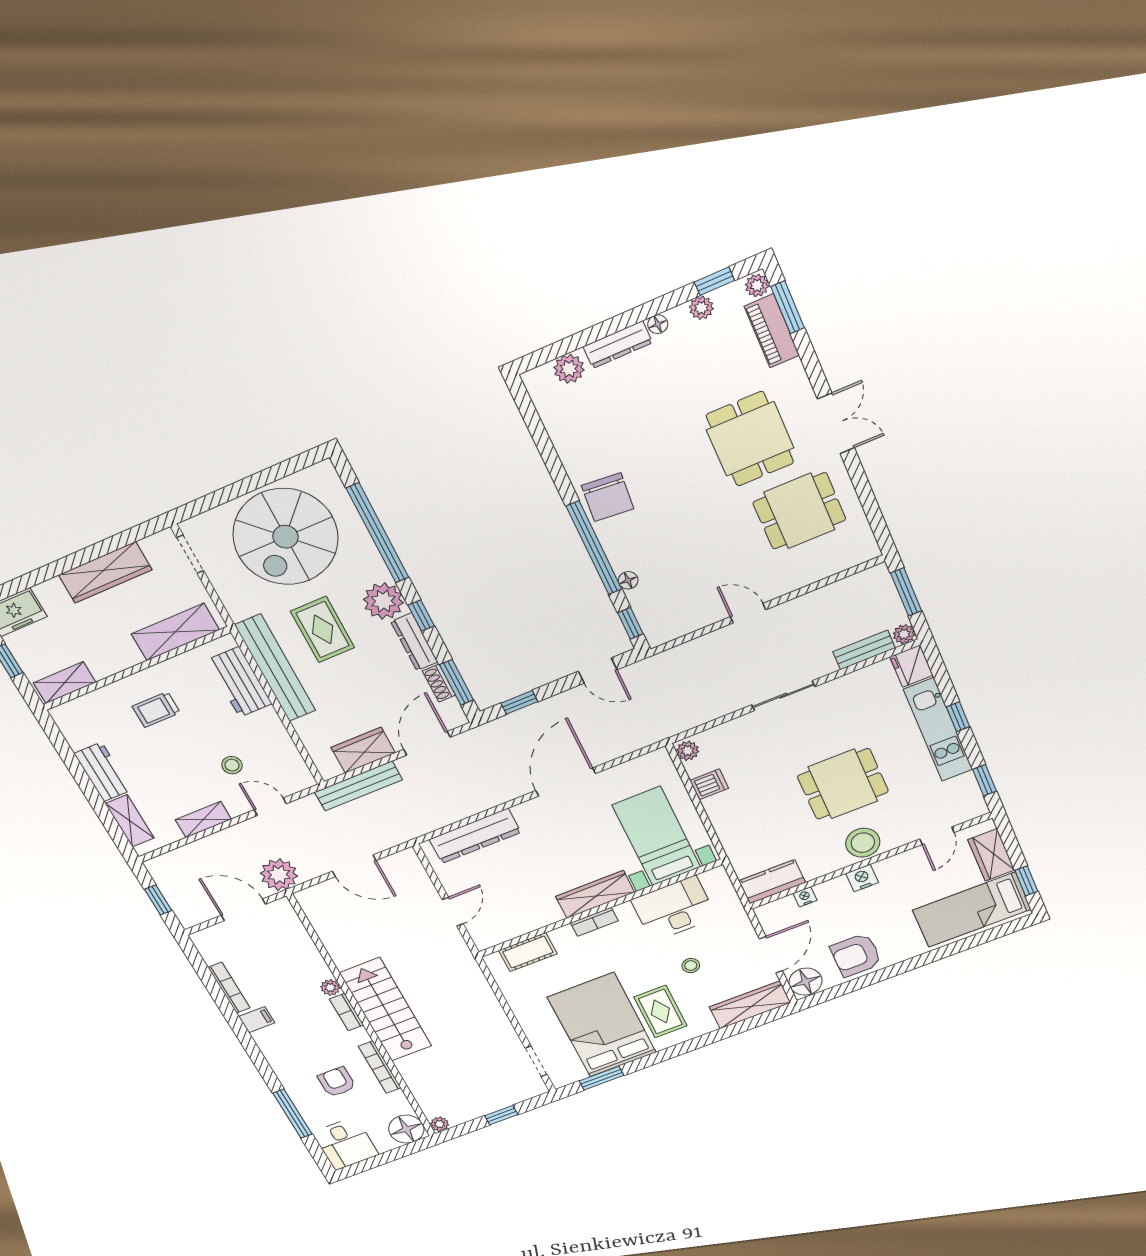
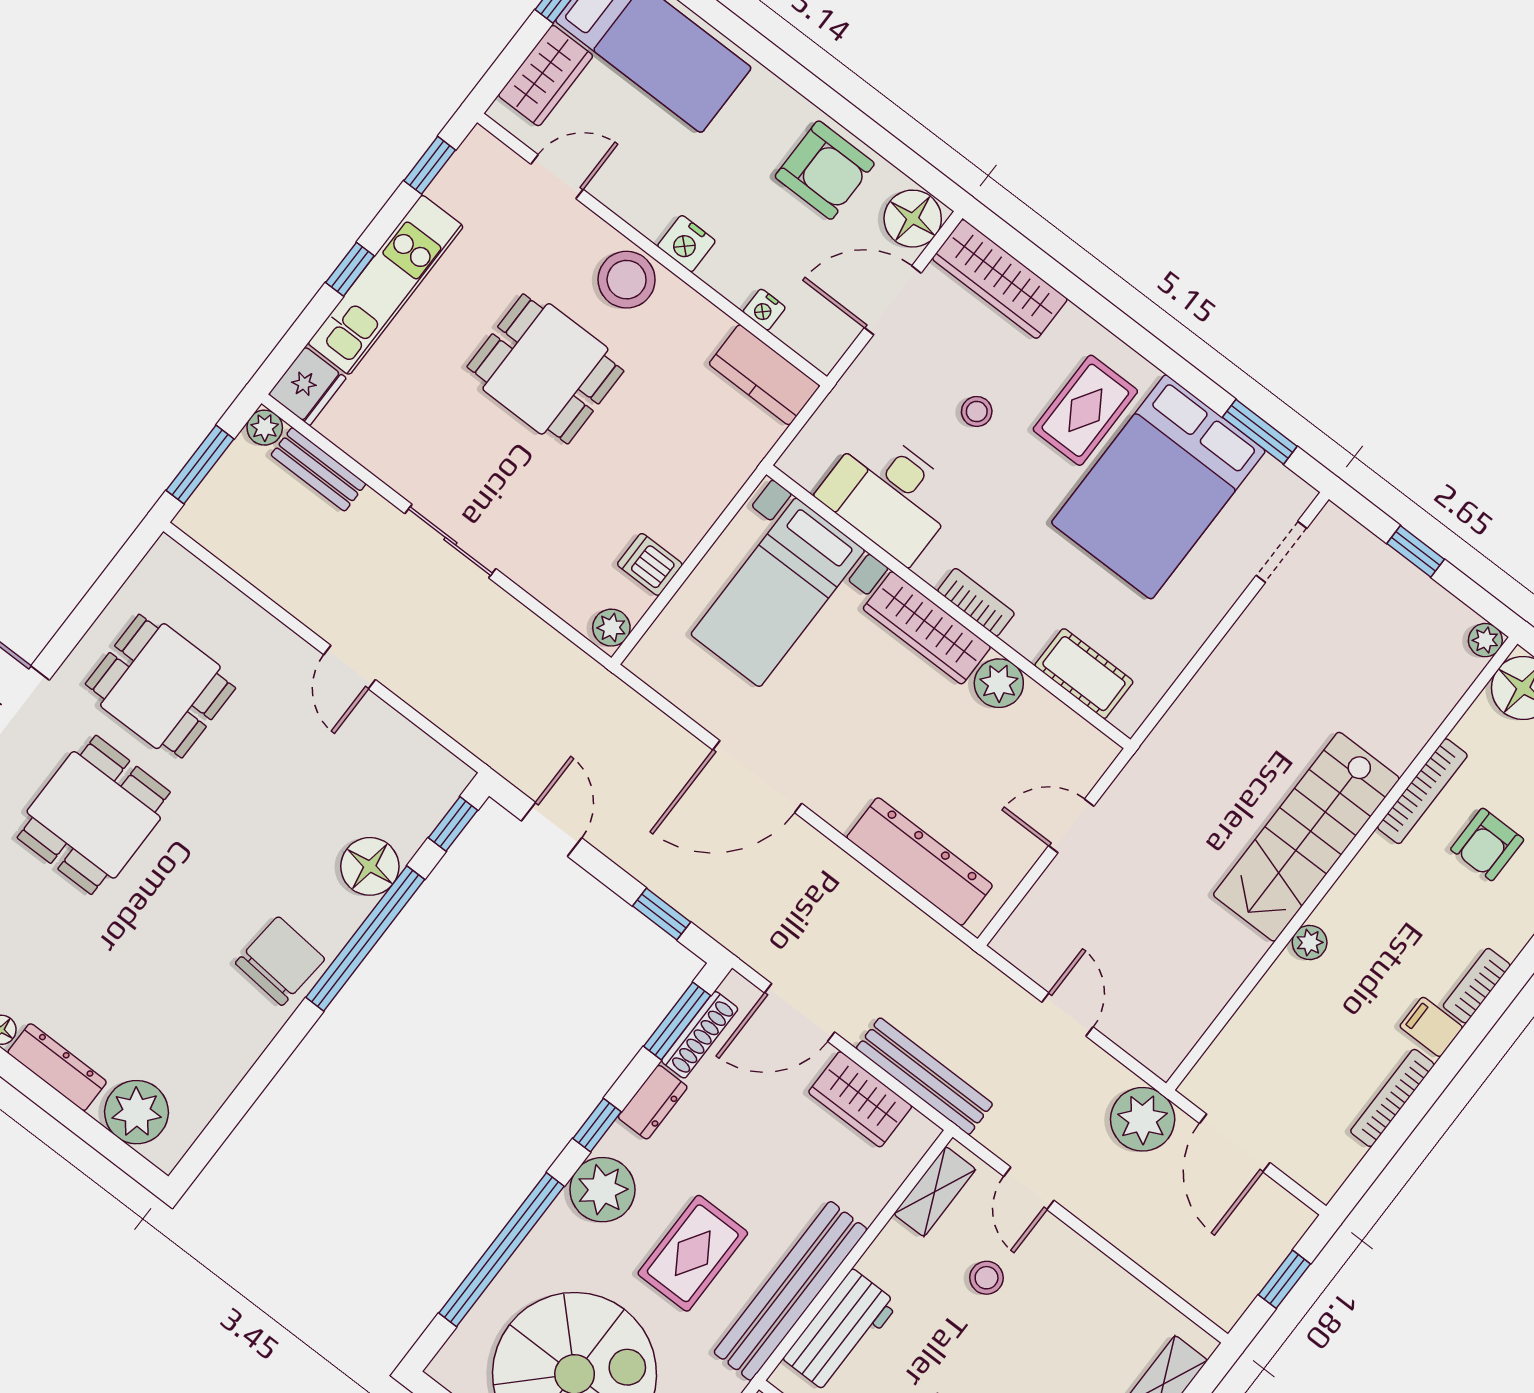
plant: (569, 369) -> (136, 1112), width x1.36, depth x1.36
floor lamp: (628, 580) -> (370, 866), width x1.89, depth x1.89
dresser: (414, 642) -> (653, 1102), width x0.70
shoe rack: (439, 683) -> (700, 1035), width x1.43
shelving: (203, 820) -> (935, 1192), moved, turned 90
door: (354, 866) -> (1067, 1015), width x0.73
plant: (546, 913) -> (999, 683), added
bookcase: (346, 1012) -> (1477, 986), moved, turned 180

